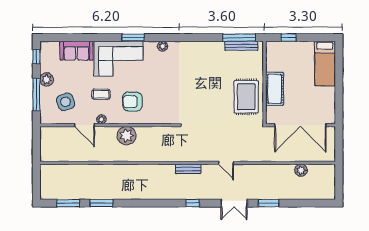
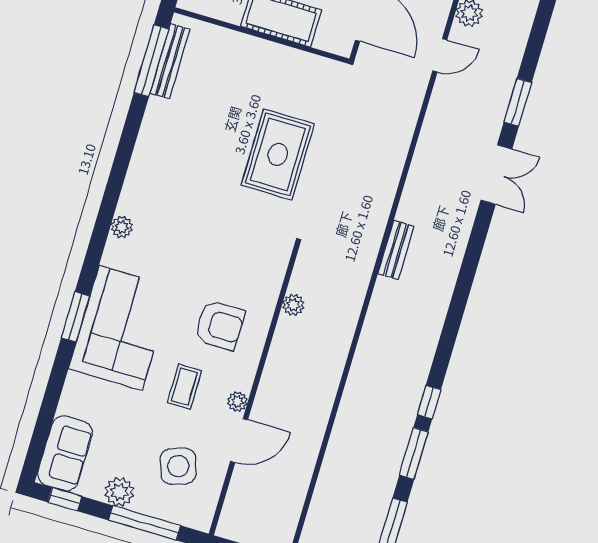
window: (133, 38) -> (75, 317), moved
sofa: (76, 51) -> (65, 453), moved
rug: (246, 97) -> (278, 154), moved, turned 90
armchair: (132, 102) -> (220, 325), turned -90
plant: (127, 136) -> (293, 305), moved, width x0.53, depth x0.53
door: (226, 163) -> (440, 55), moved
window: (193, 203) -> (429, 402), moved

